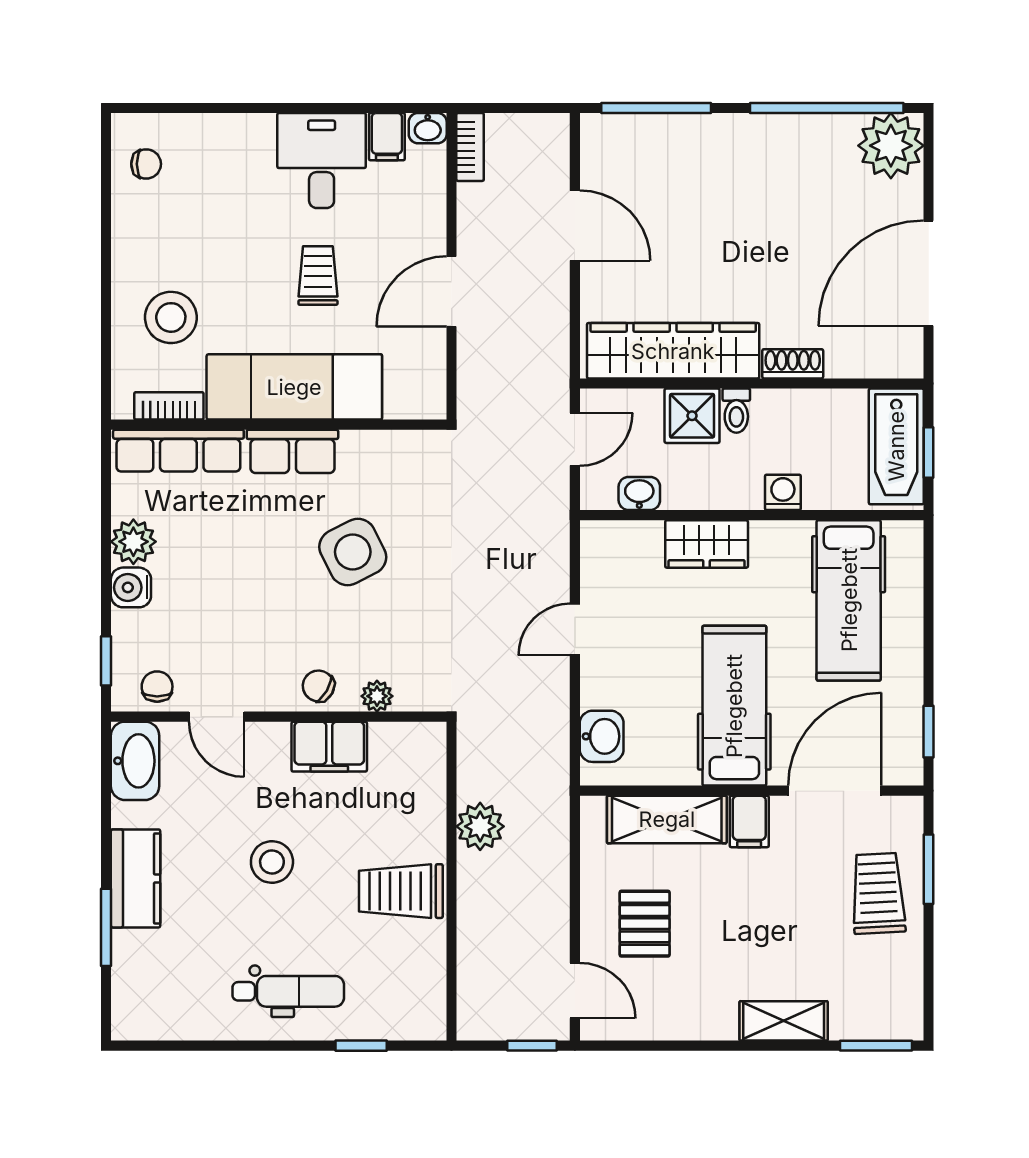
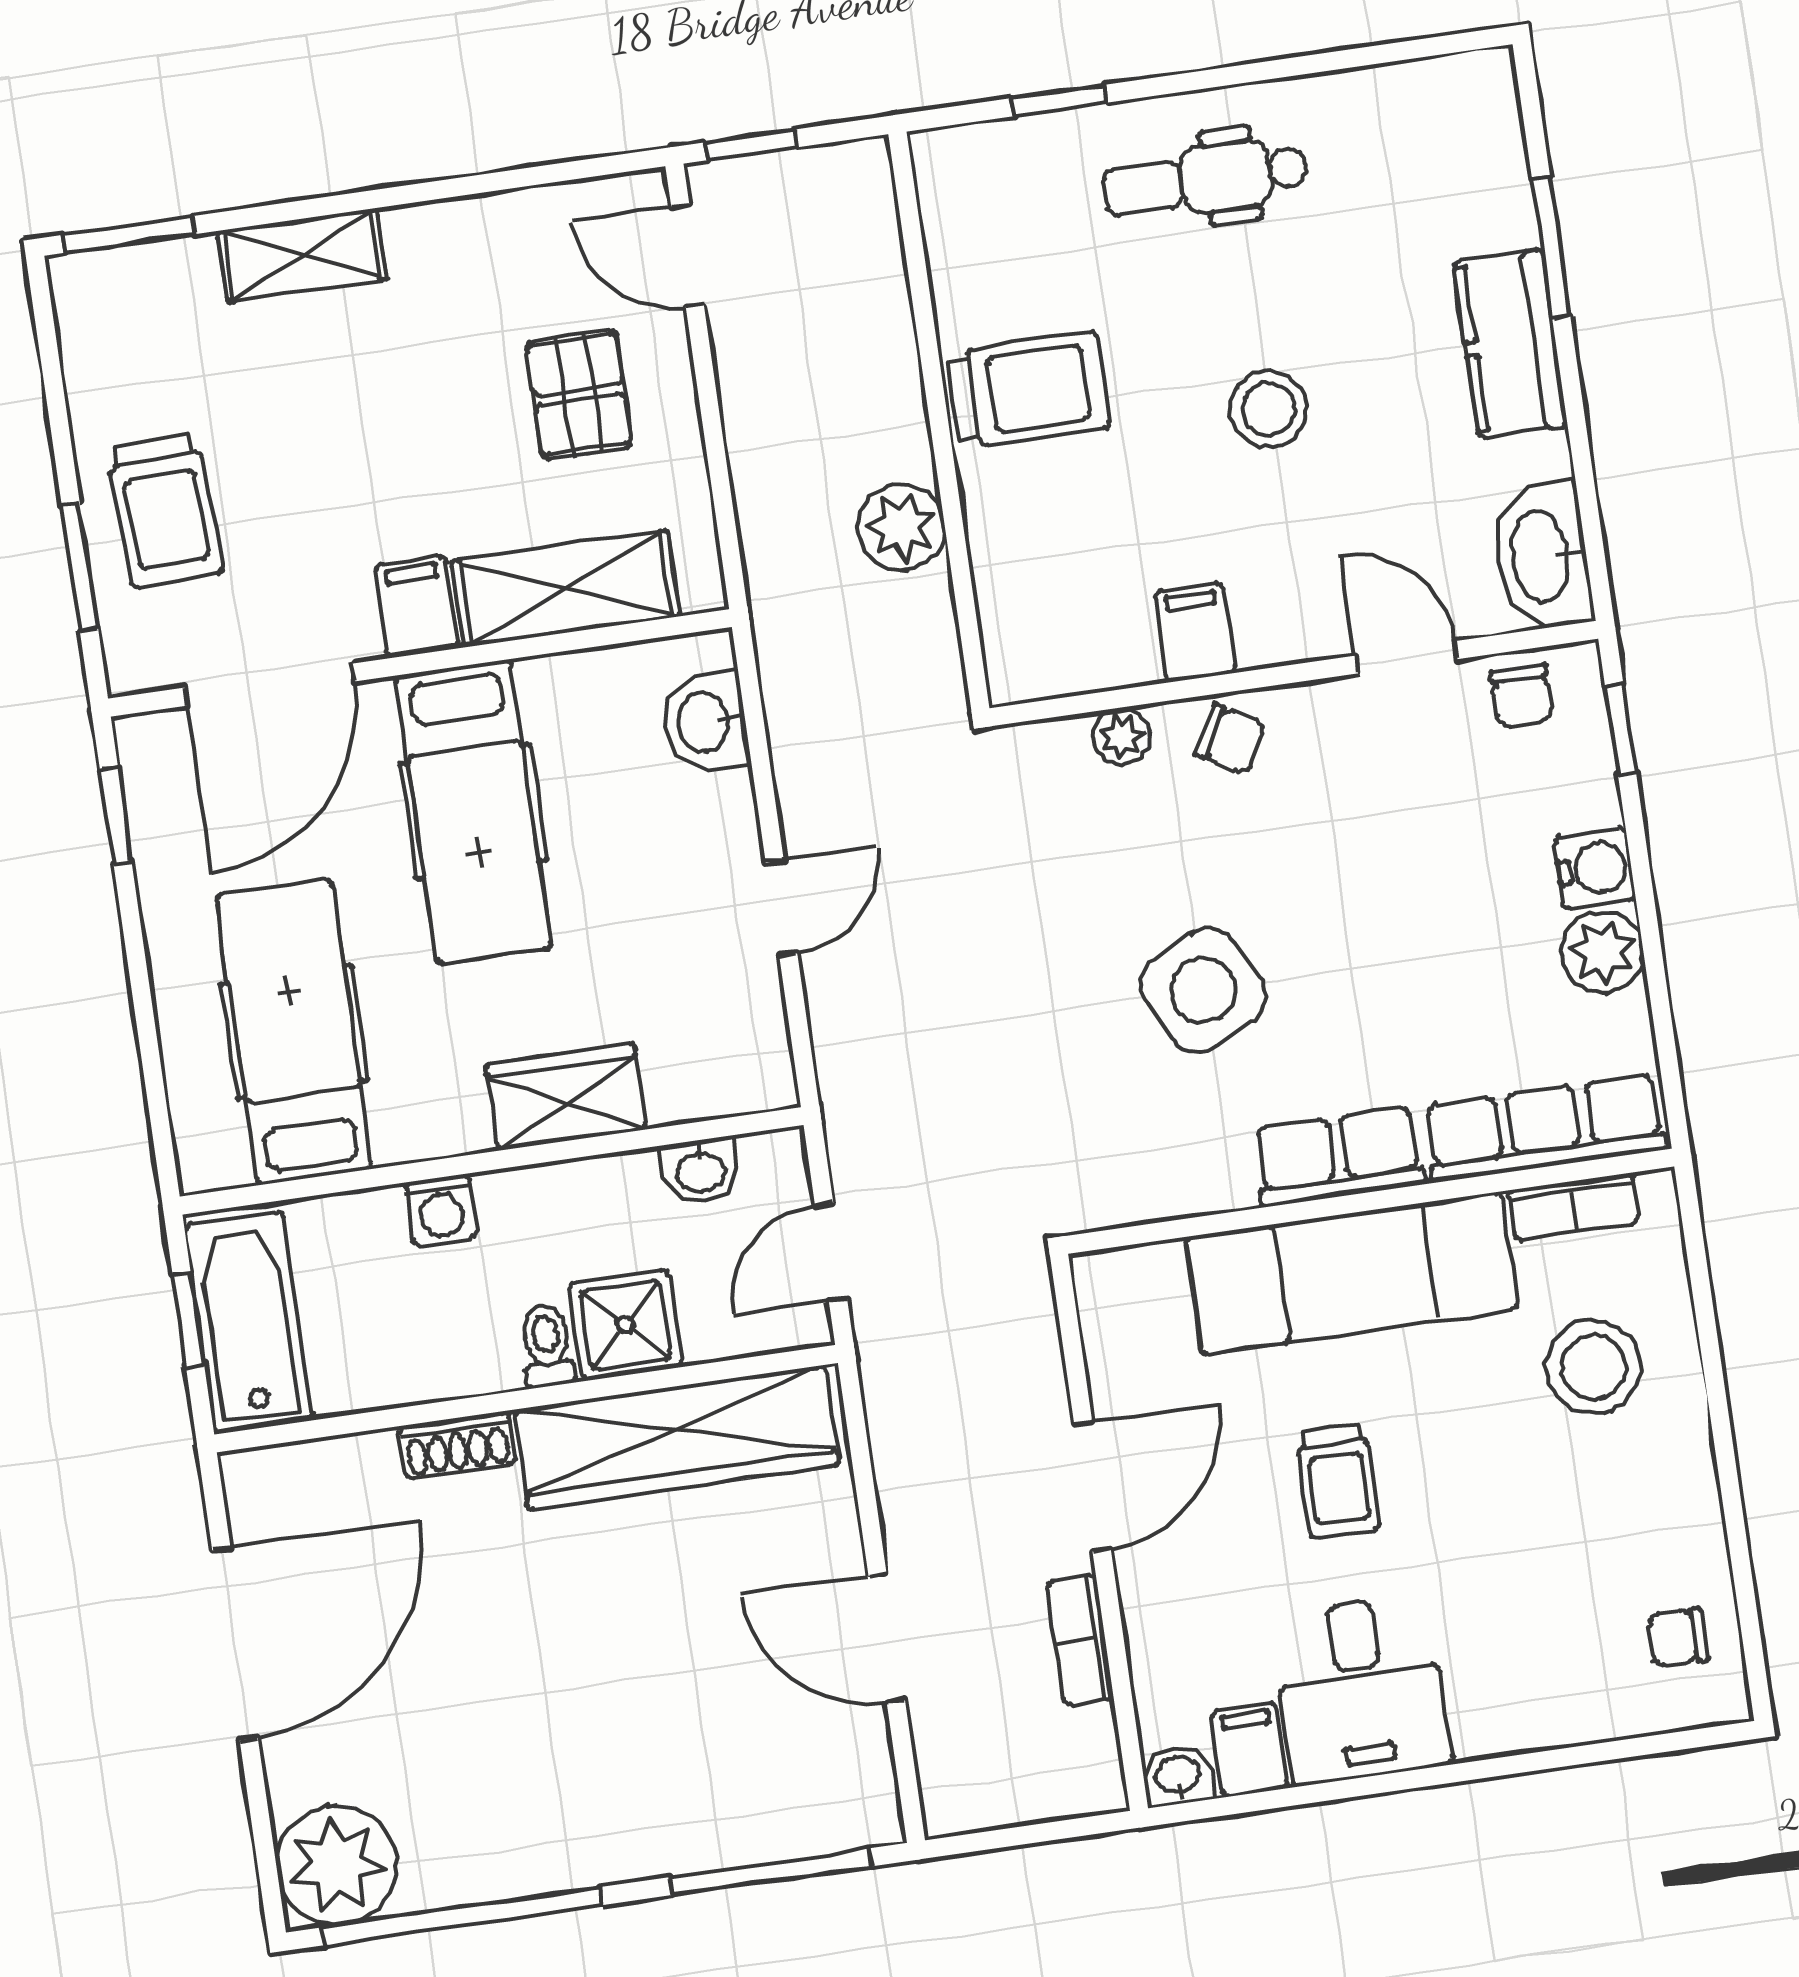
bookcase: (470, 147) -> (1080, 1640), moved
filing cabinet: (329, 747) -> (1195, 632), width x0.50

